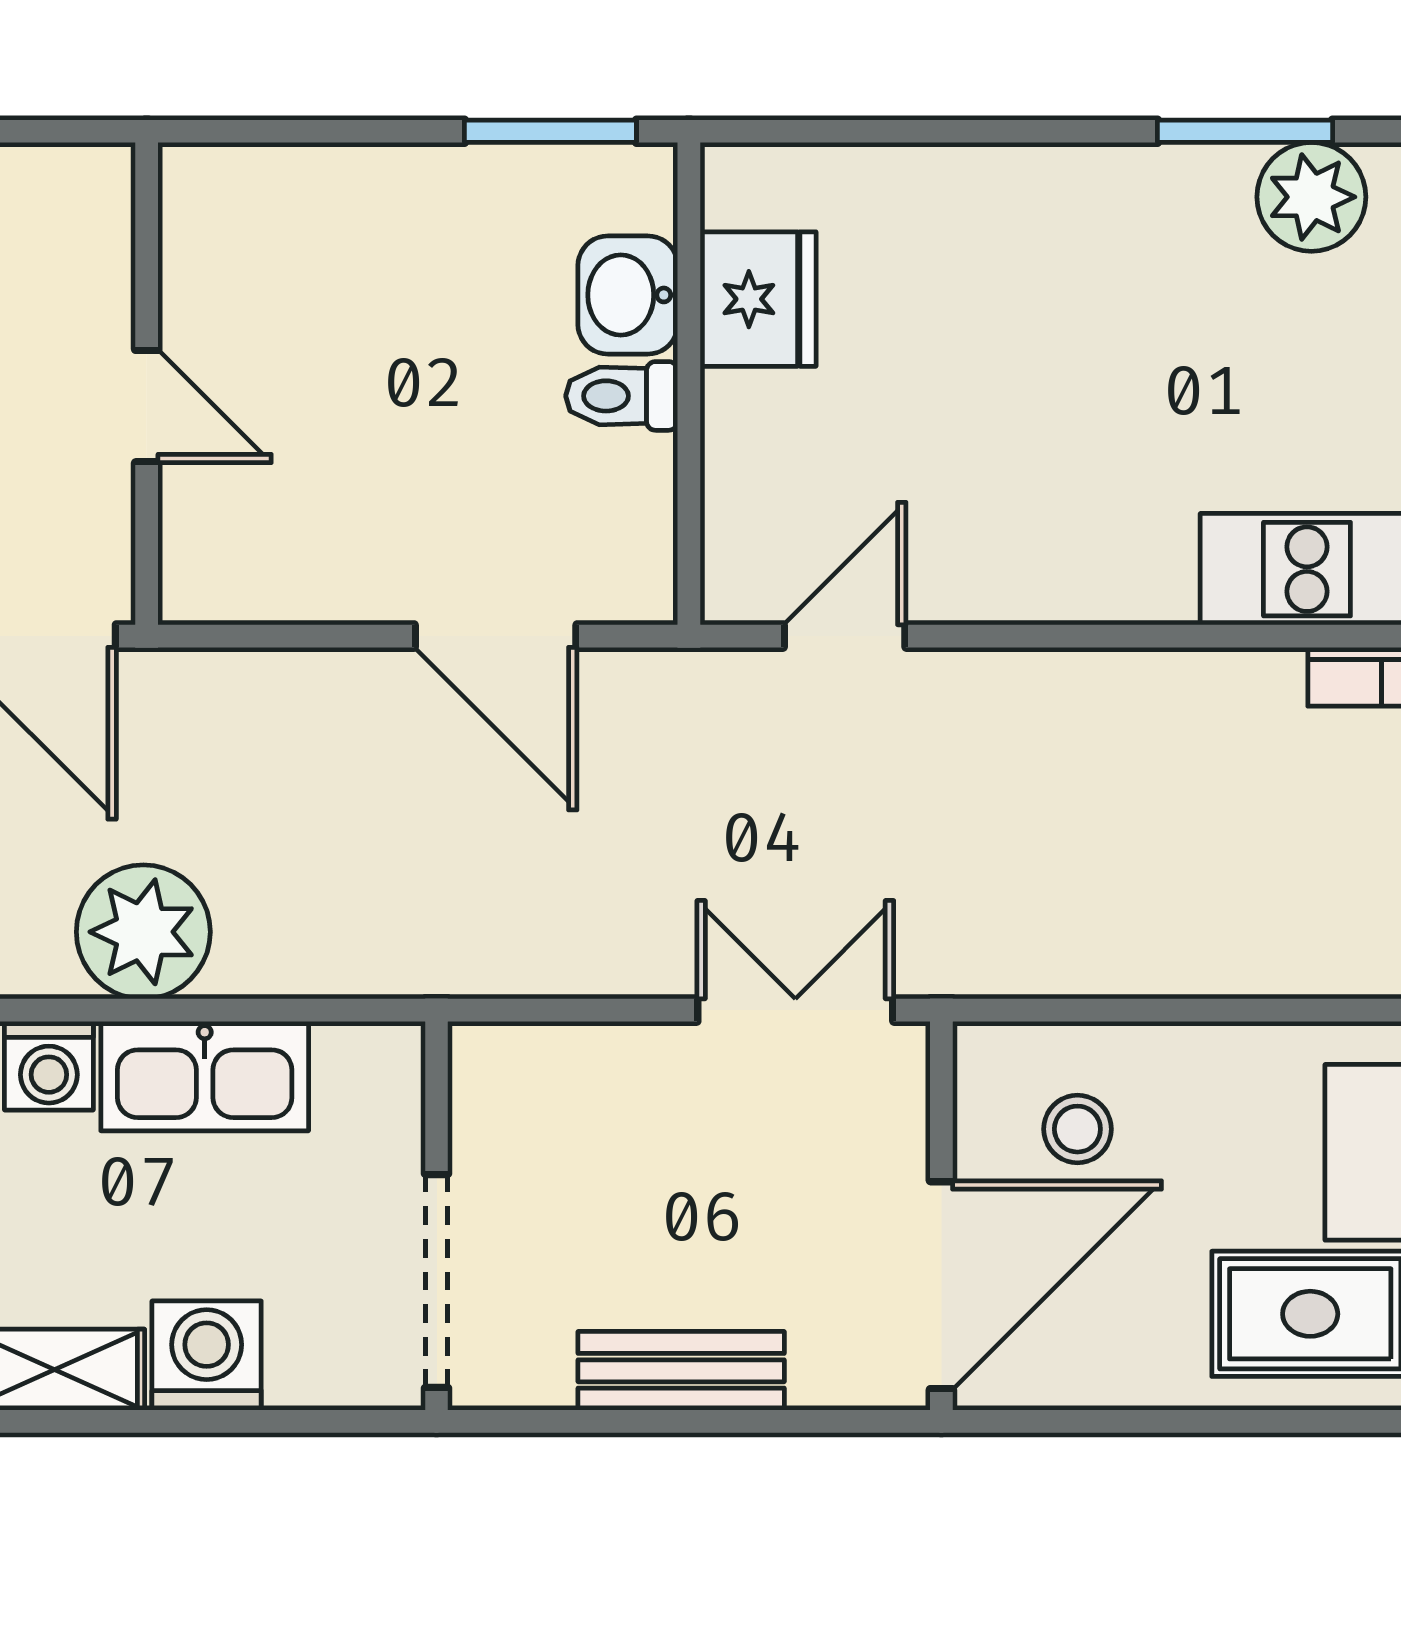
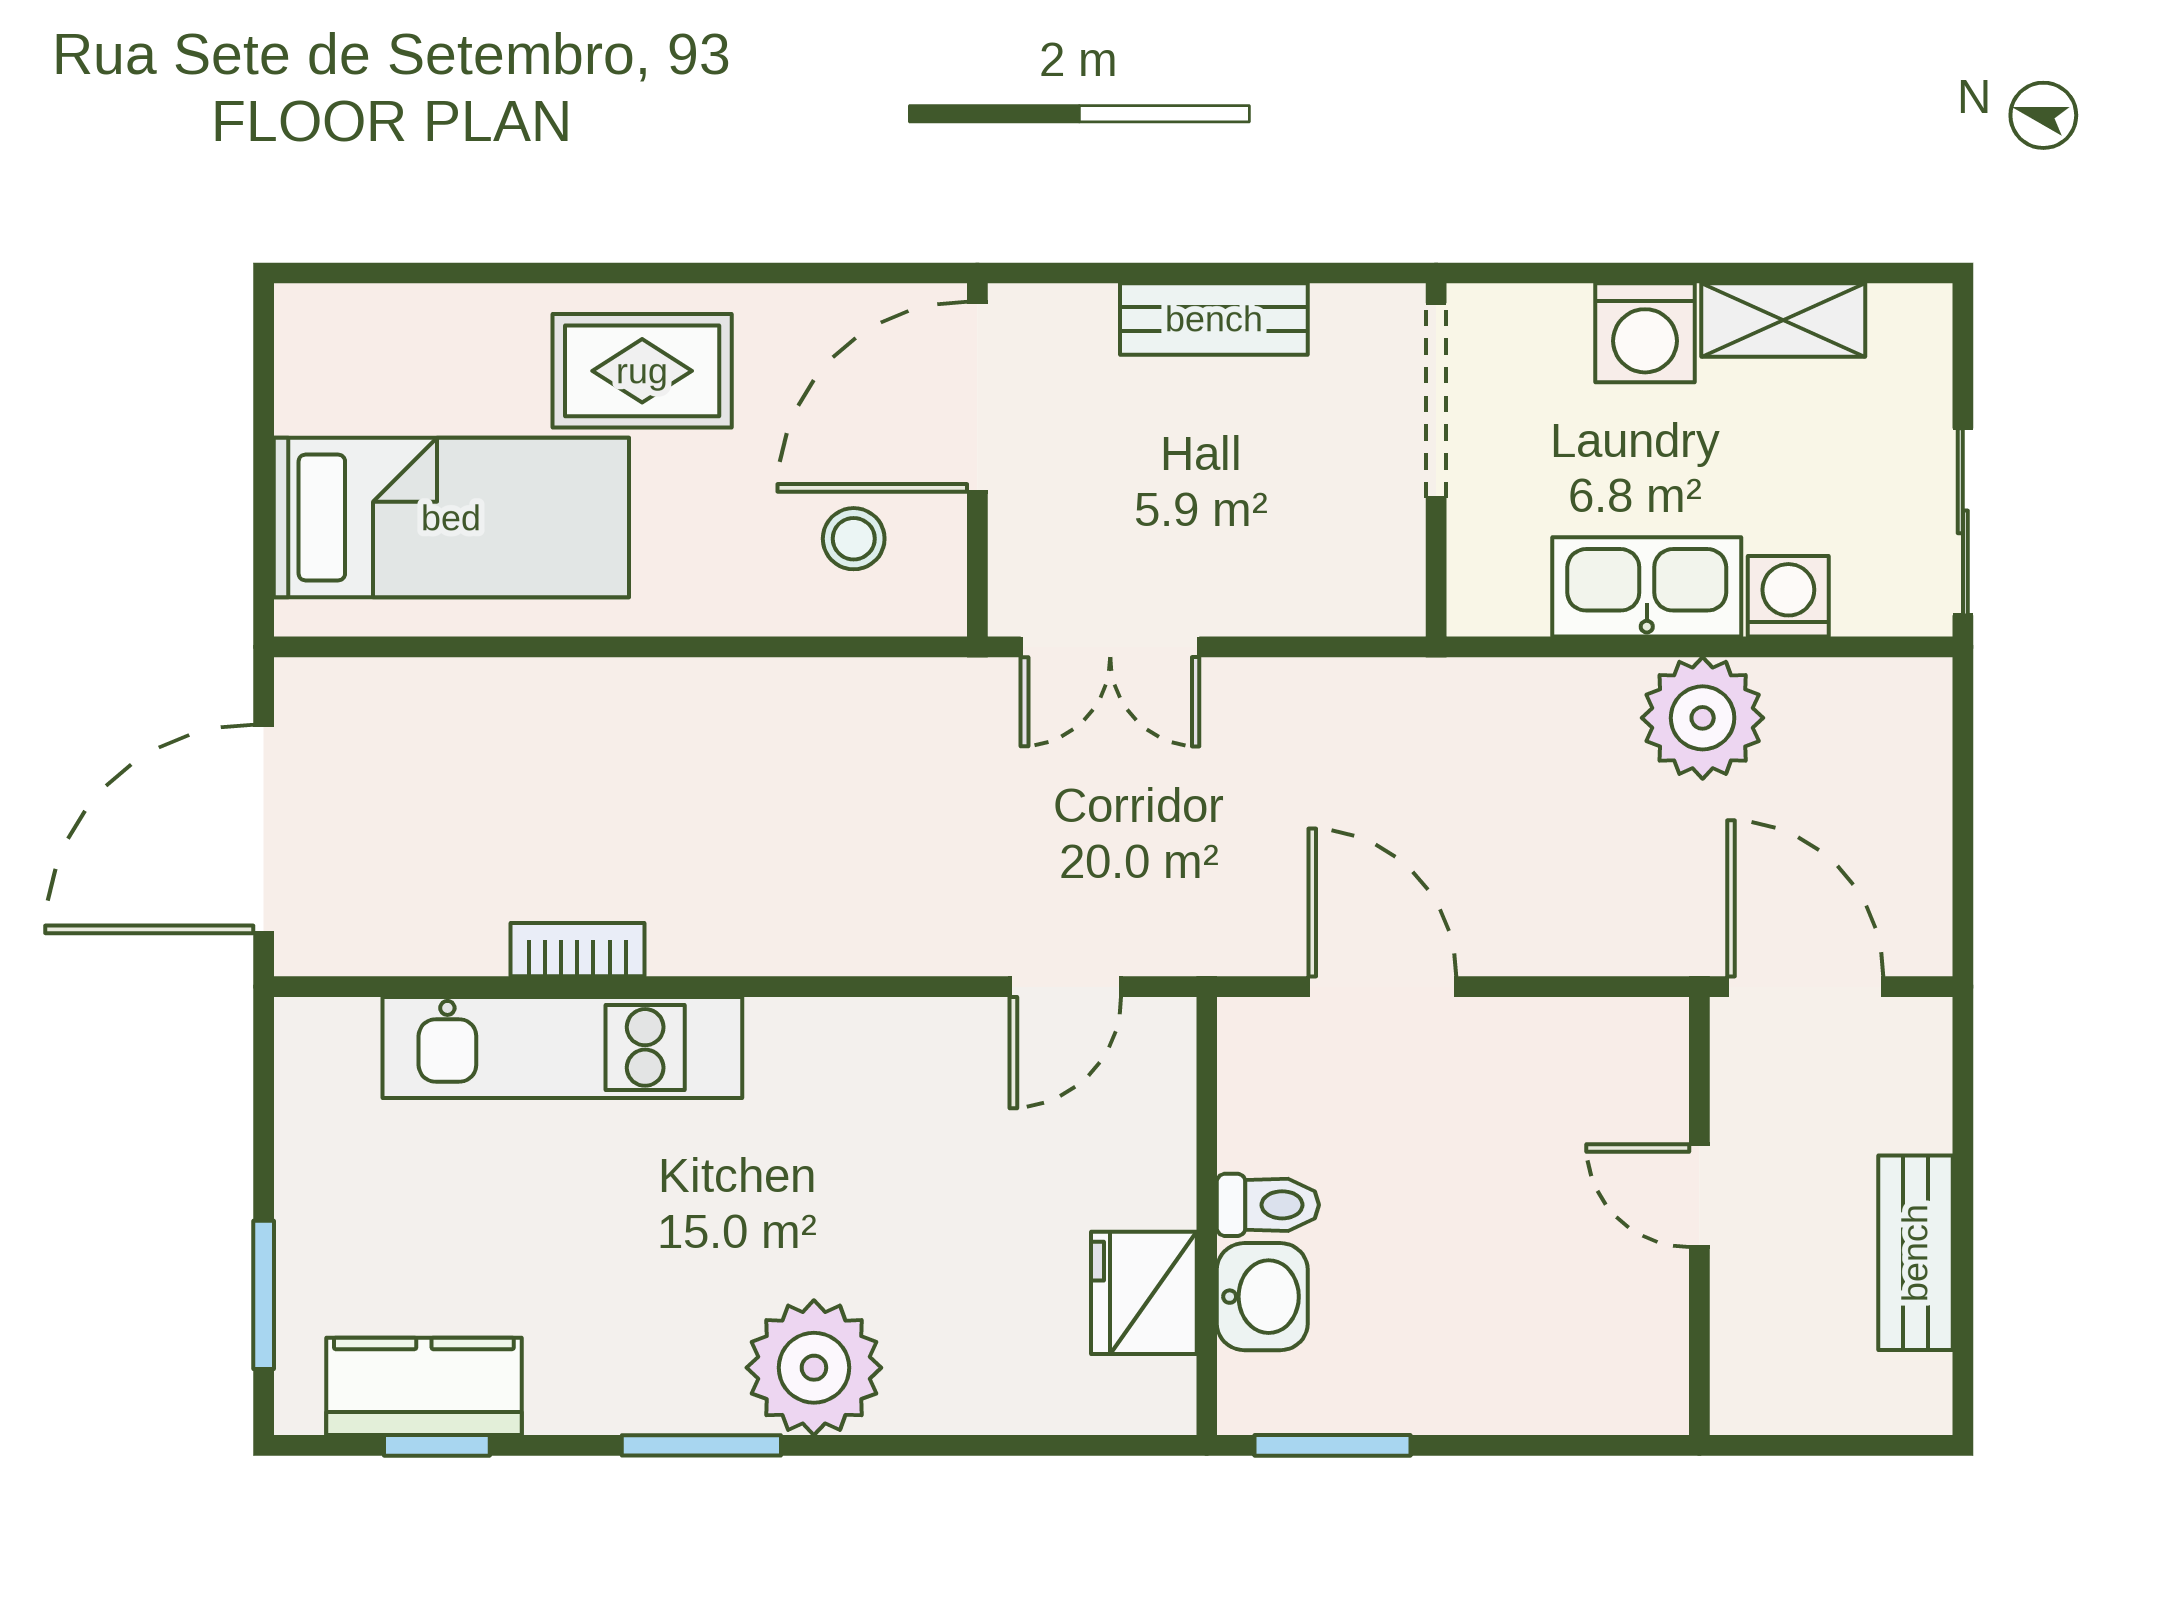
plant: (1311, 197) -> (814, 1368), moved, width x1.36, depth x1.36

